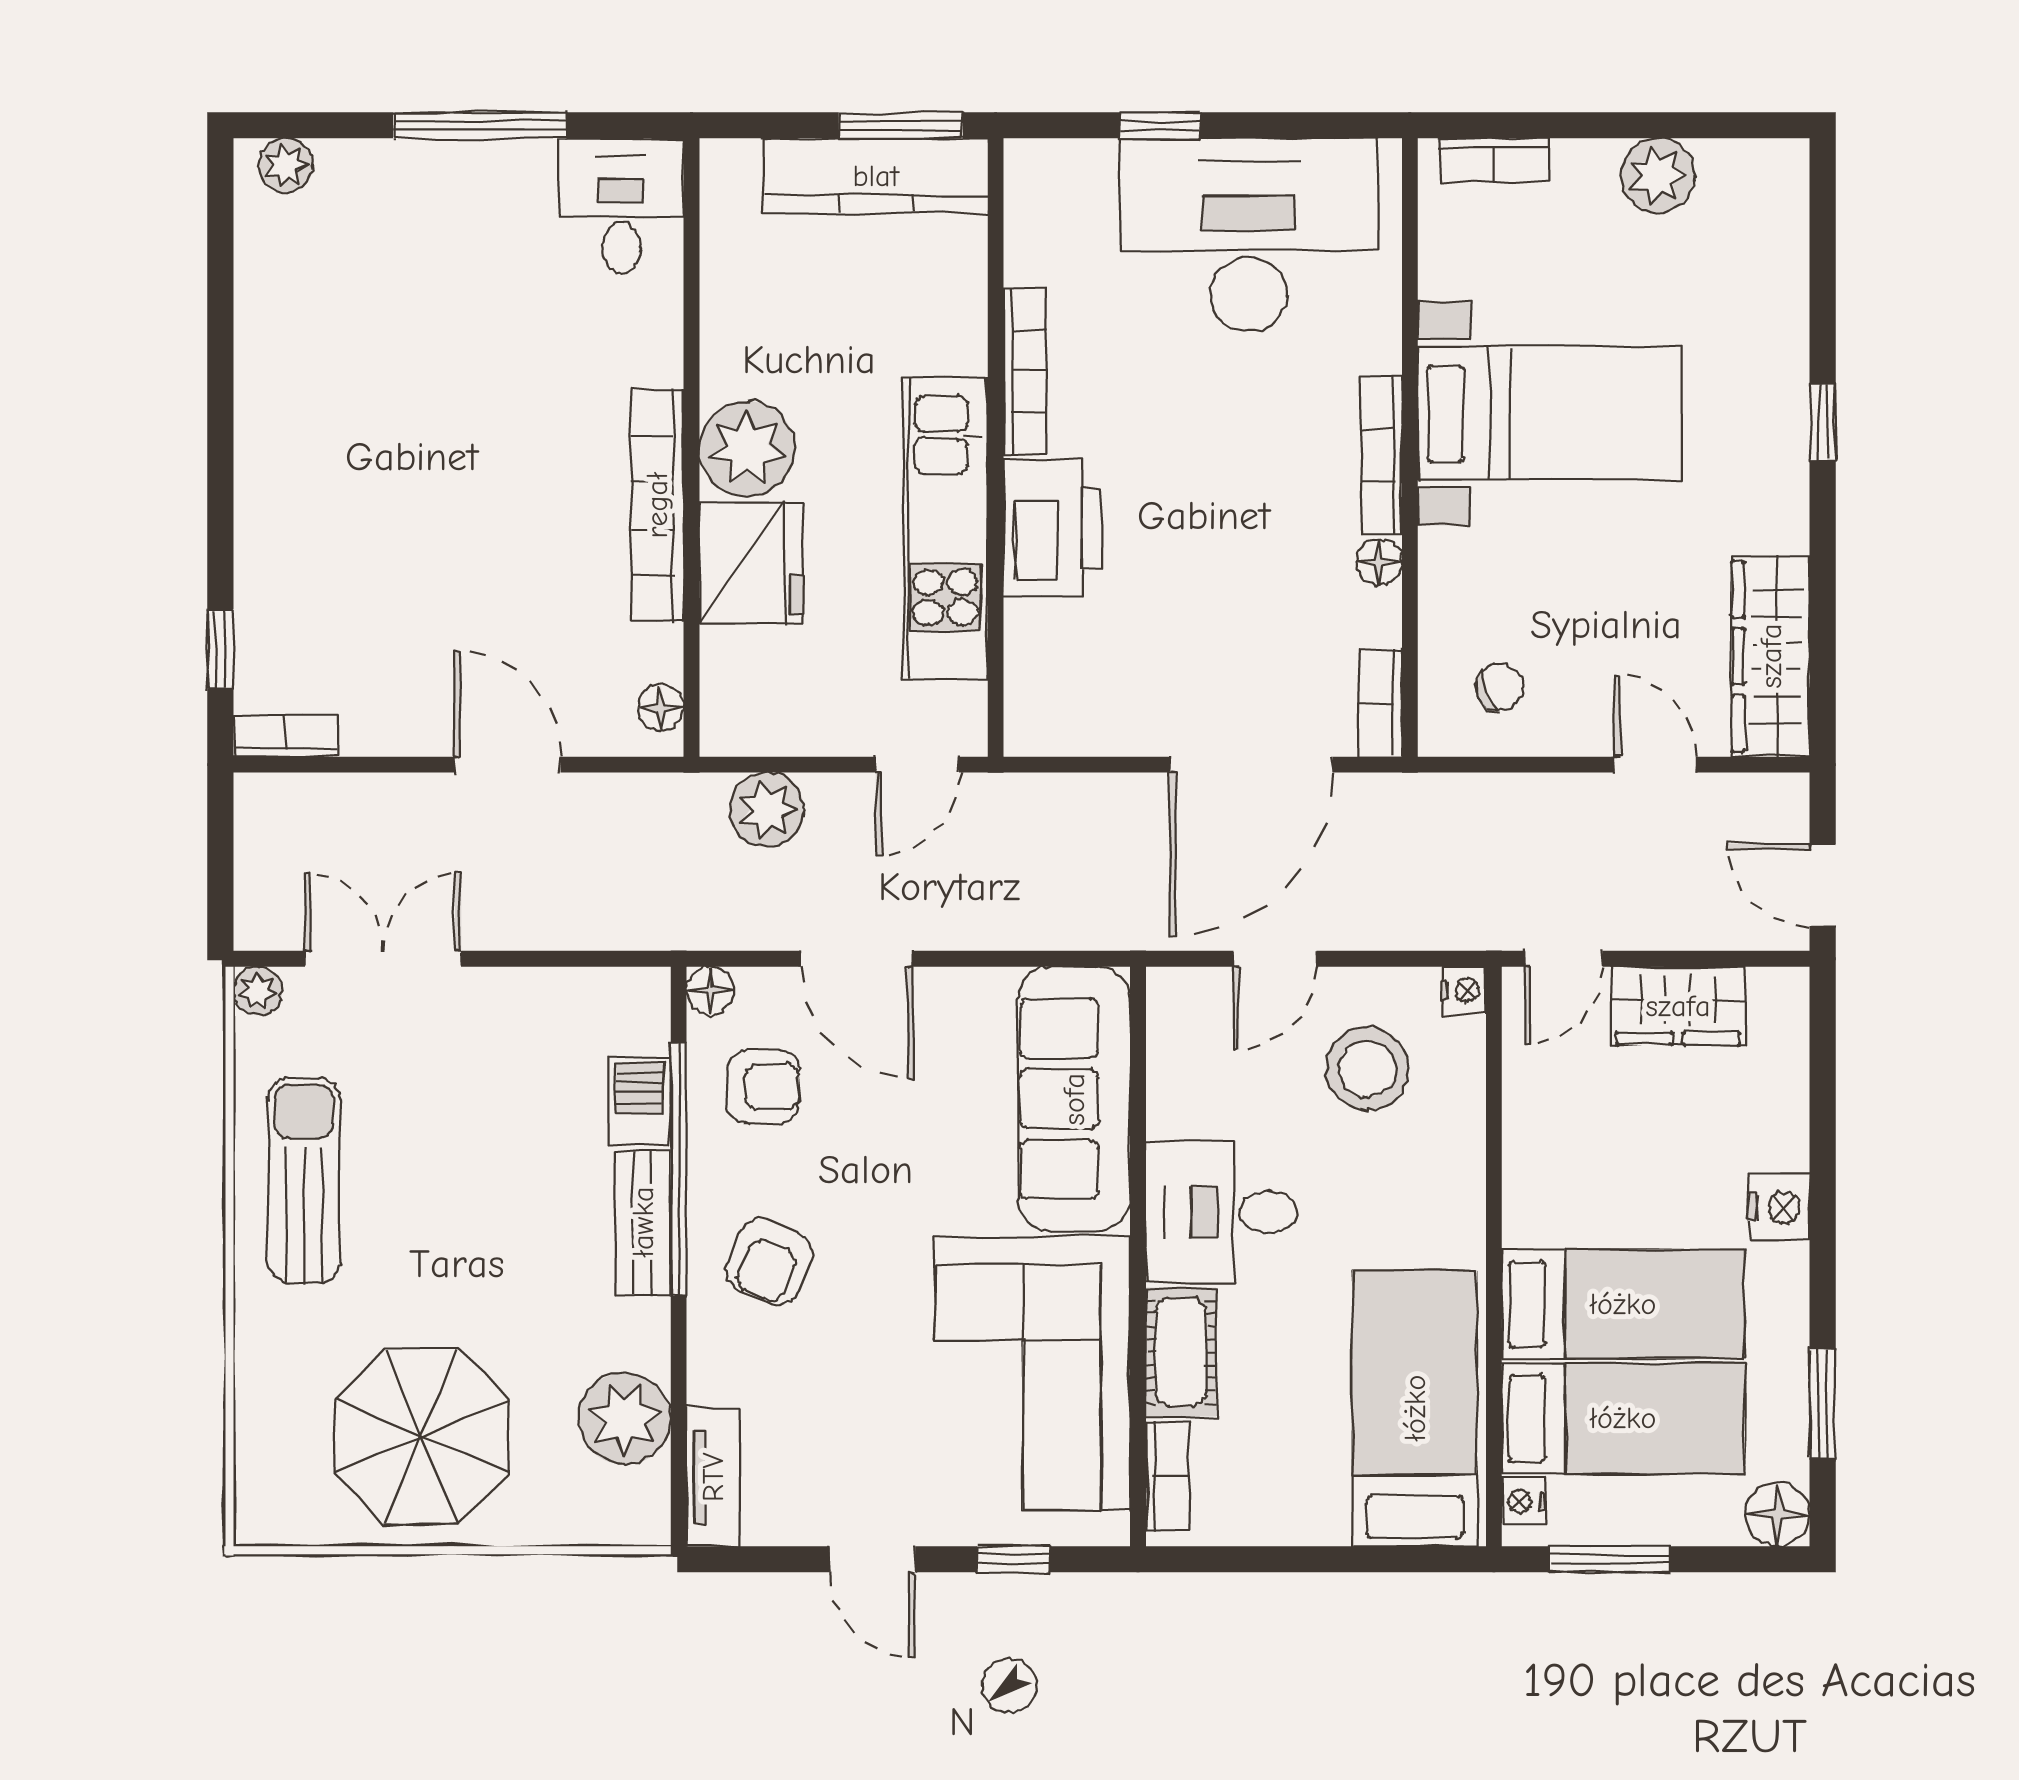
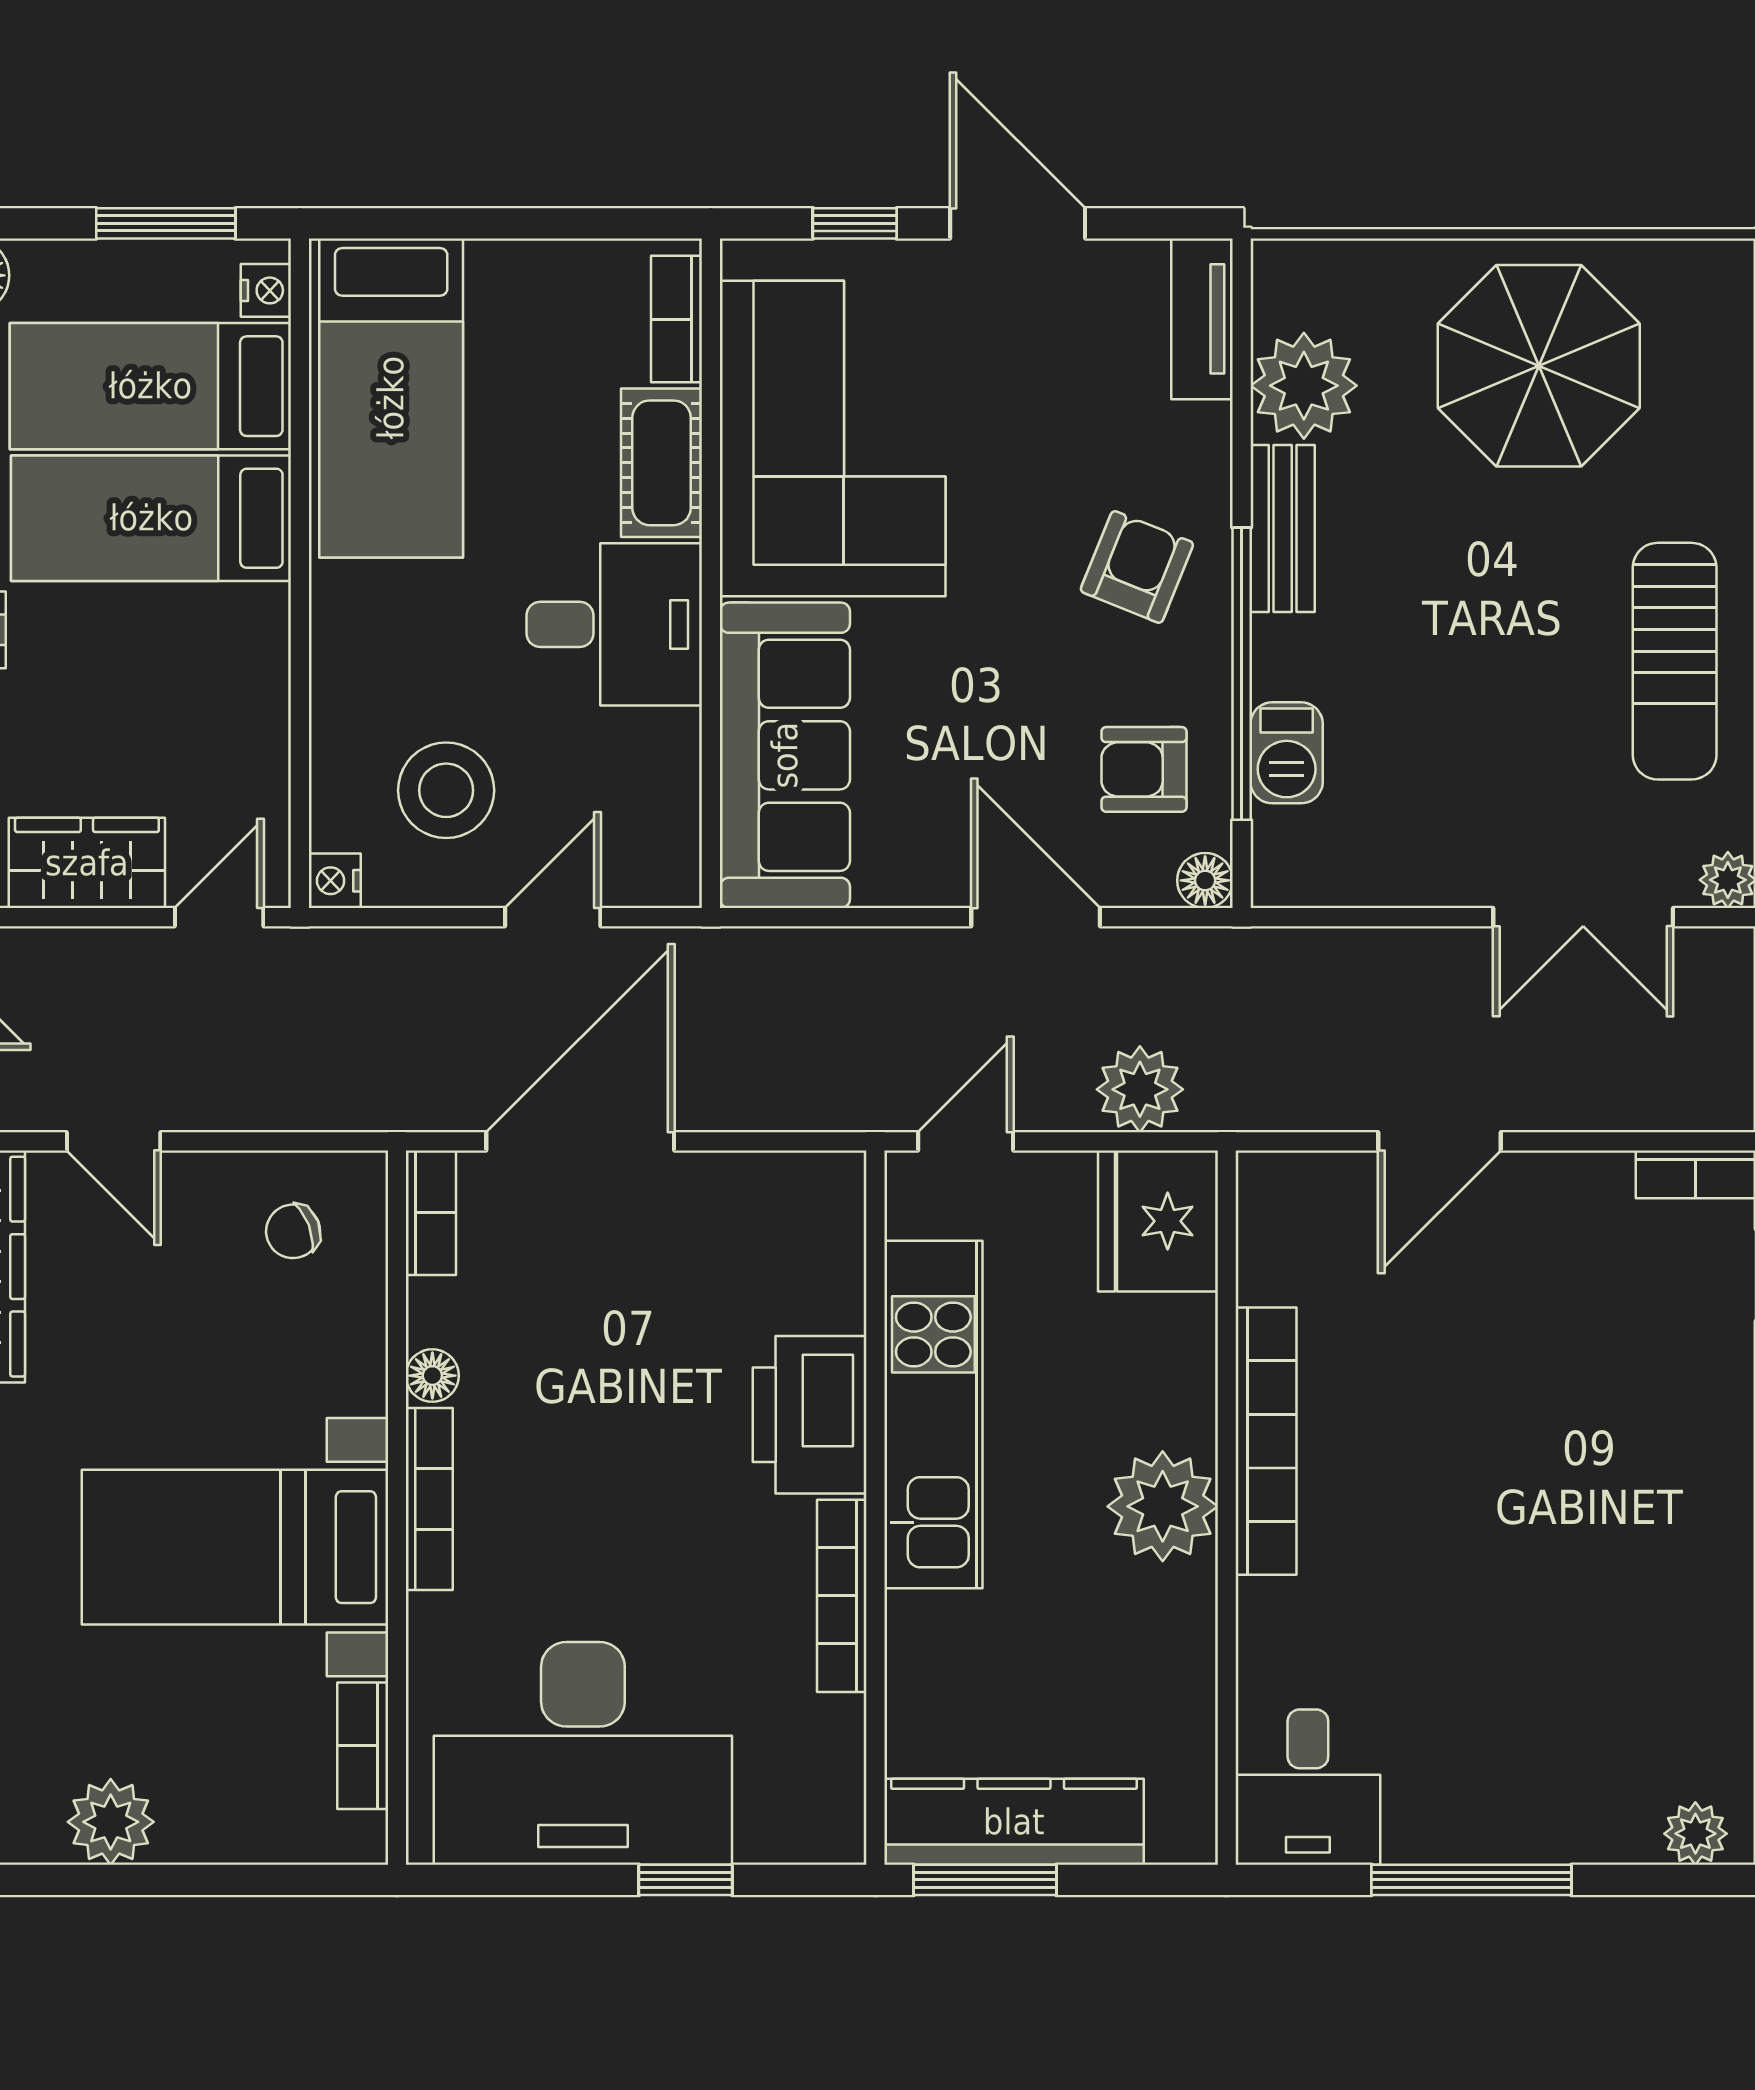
bookcase: (1494, 160) -> (363, 1746), moved, turned -90
fridge: (751, 563) -> (1158, 1221), moved
floor lamp: (661, 708) -> (1262, 1207), removed
door: (507, 765) -> (1440, 1141), hinge flipped
bench: (643, 1222) -> (1283, 528), moved
door: (872, 1559) -> (1018, 223), width x1.37

